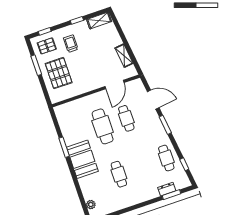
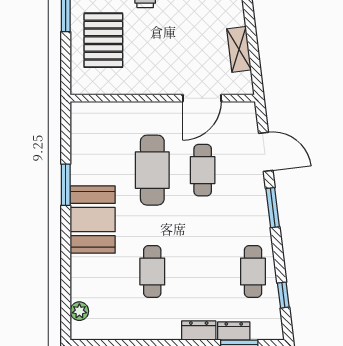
dresser: (150, 195) -> (199, 331), added

